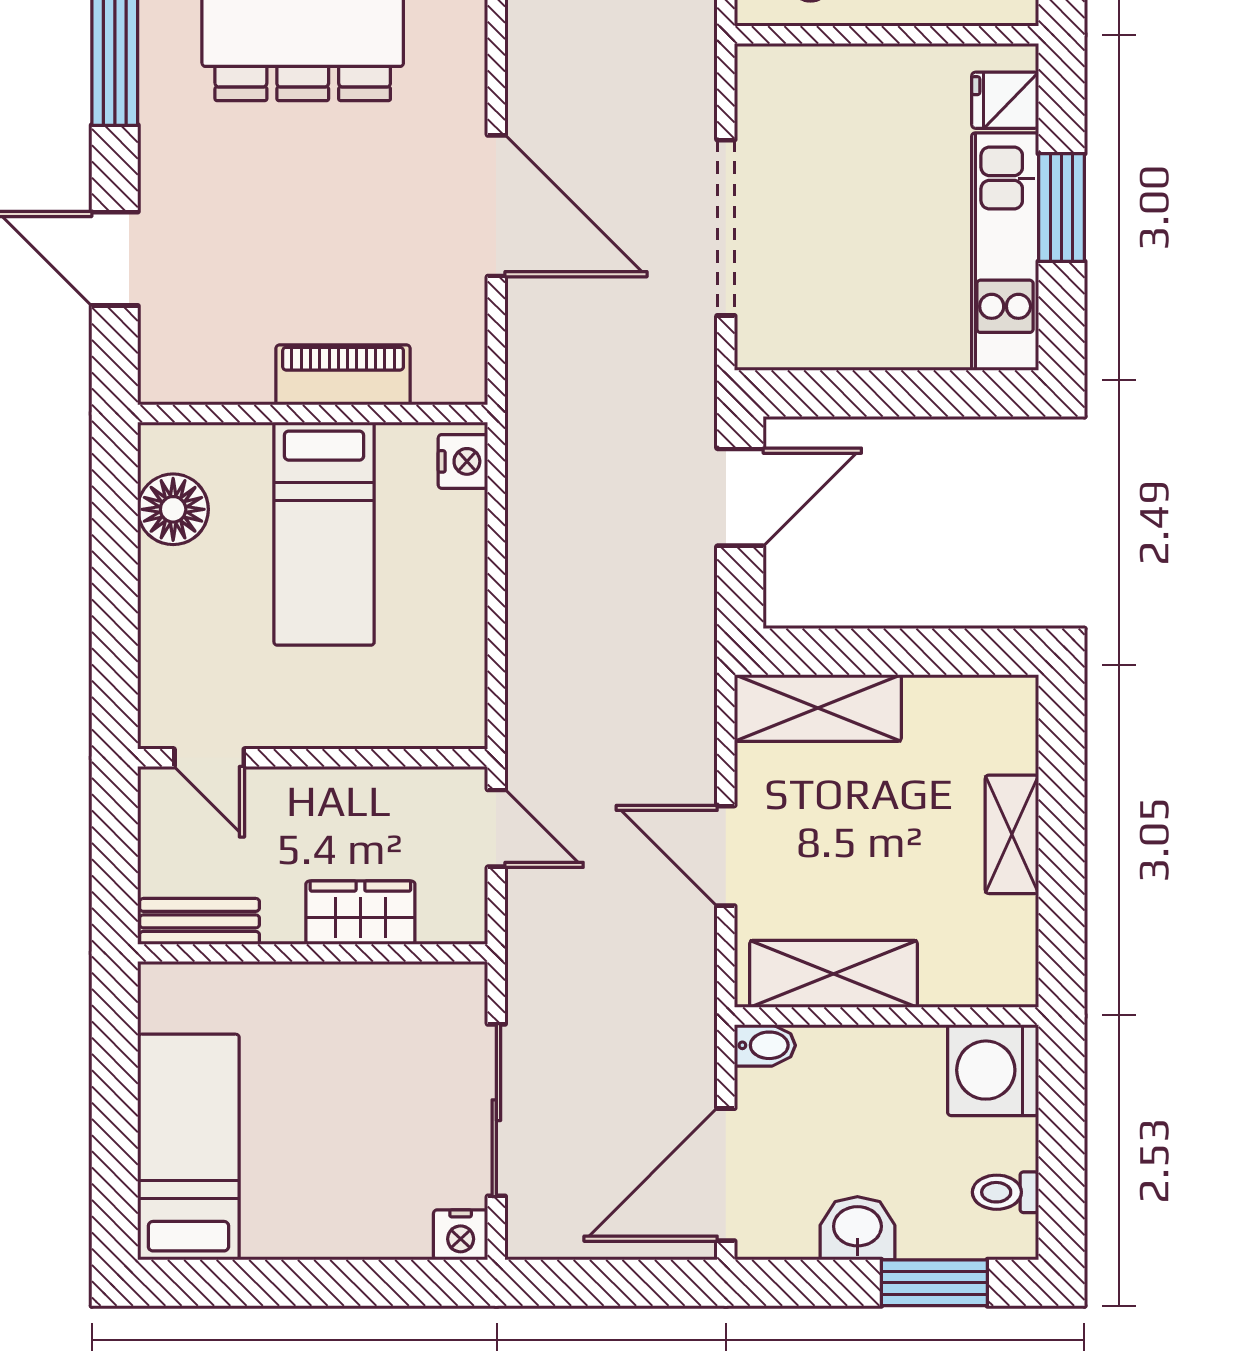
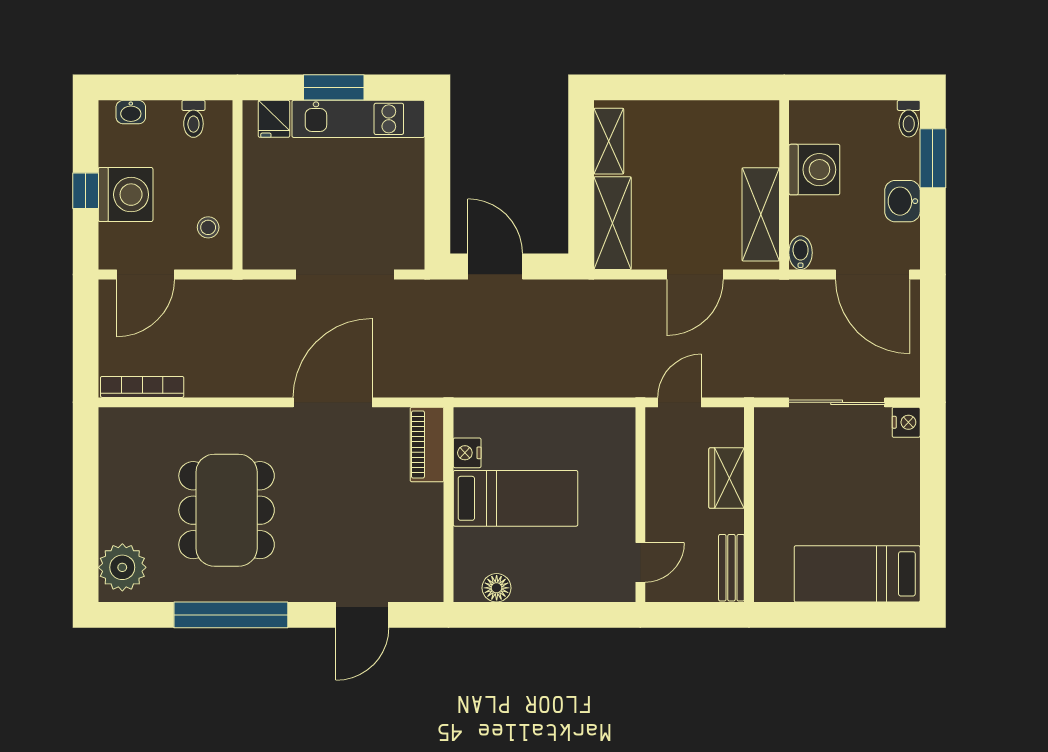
piano: (343, 375) -> (427, 445), moved
nightstand: (463, 461) -> (467, 453), moved, turned -90
floor lamp: (173, 509) -> (497, 588), width x0.73, depth x0.73
shelving: (1012, 834) -> (609, 141), moved, turned 90
washing machine: (993, 1070) -> (814, 170), moved, turned -90
toilet: (1005, 1192) -> (909, 119), moved

